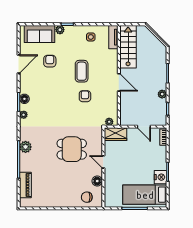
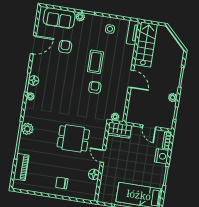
nightstand: (160, 177) -> (162, 156), moved
chair: (87, 197) -> (62, 183), moved

